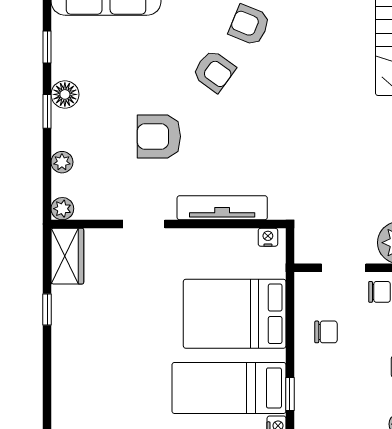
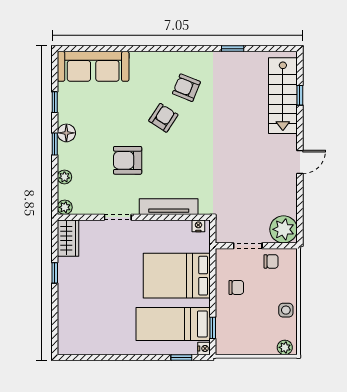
armchair: (214, 71) -> (163, 118), turned -93

